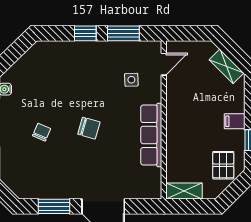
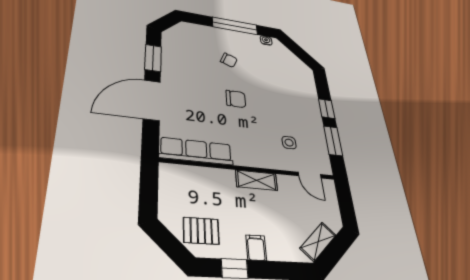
chair: (89, 128) -> (236, 99), turned -106
row of seats: (151, 135) -> (196, 151), moved
shelving: (184, 191) -> (257, 180), moved, turned 90

